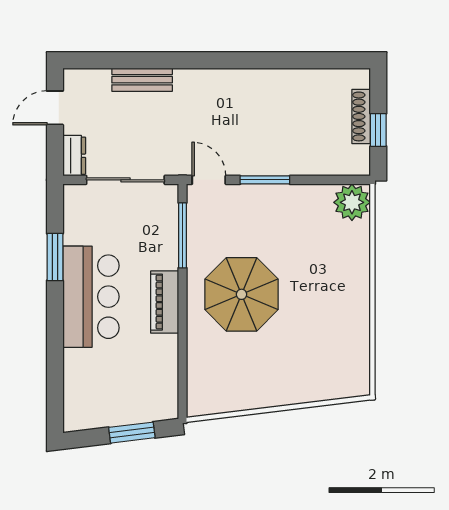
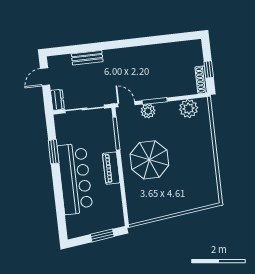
shoe rack: (361, 116) -> (201, 80), moved
plant: (250, 198) -> (148, 111), added
plant: (352, 202) -> (189, 109), moved
bar counter: (91, 297) -> (75, 179), width x1.36

